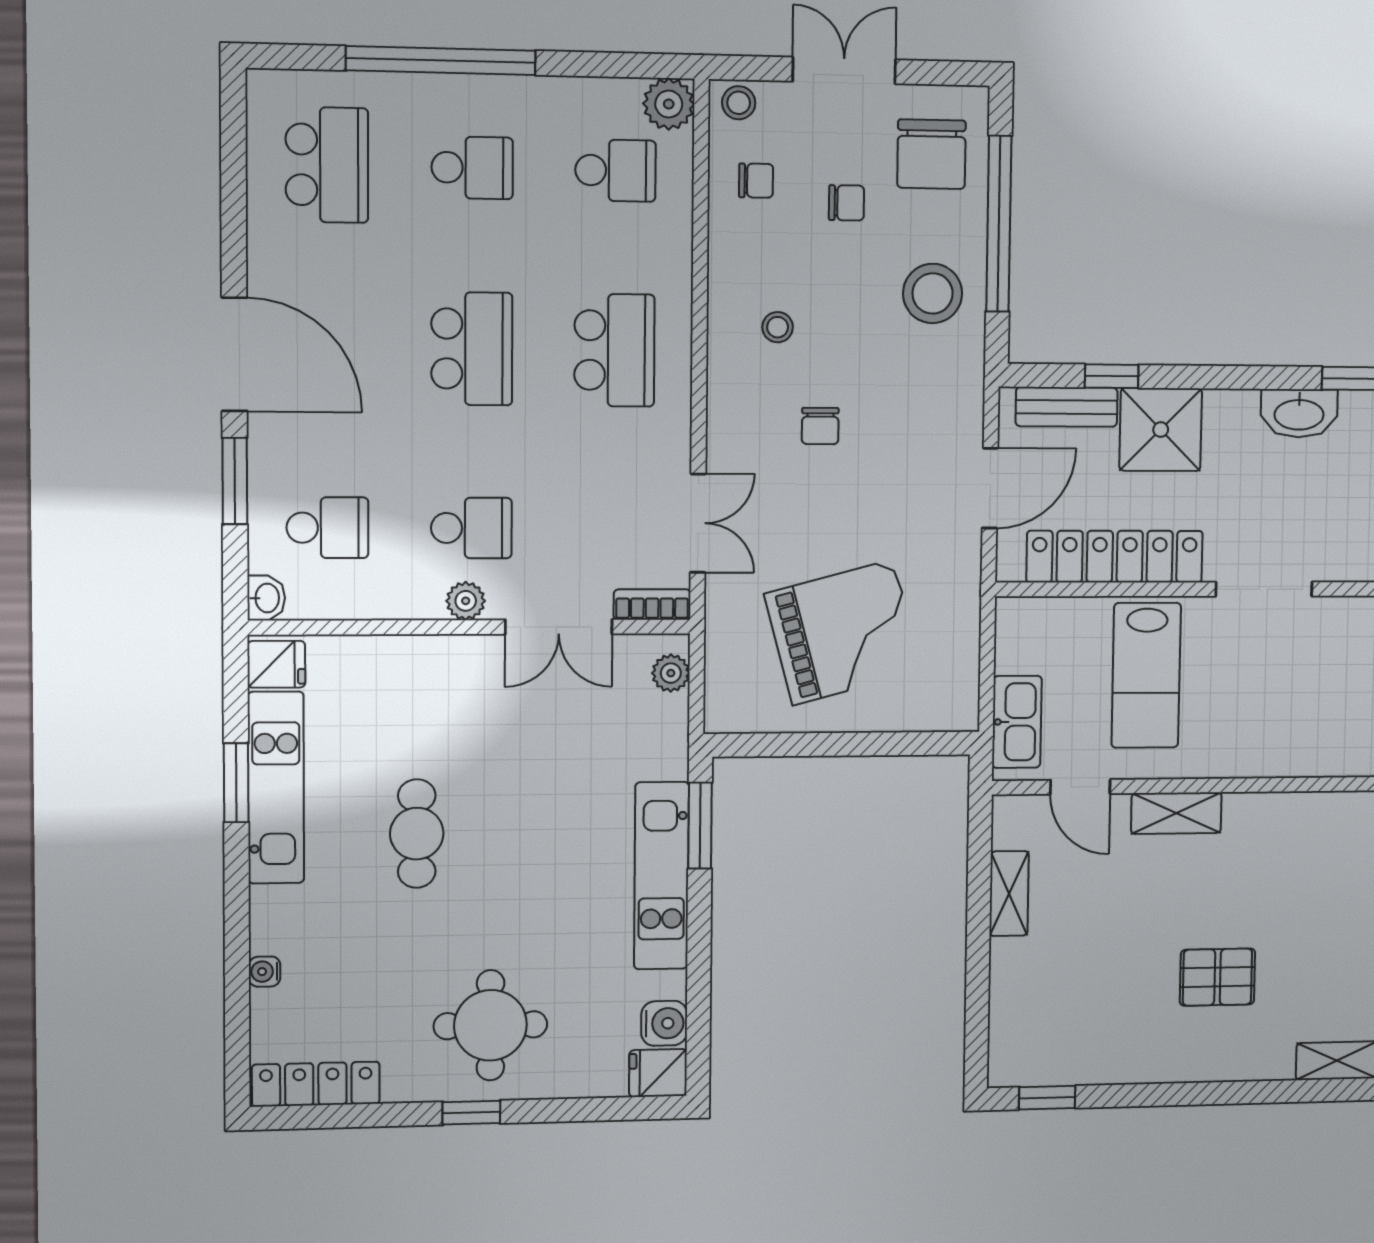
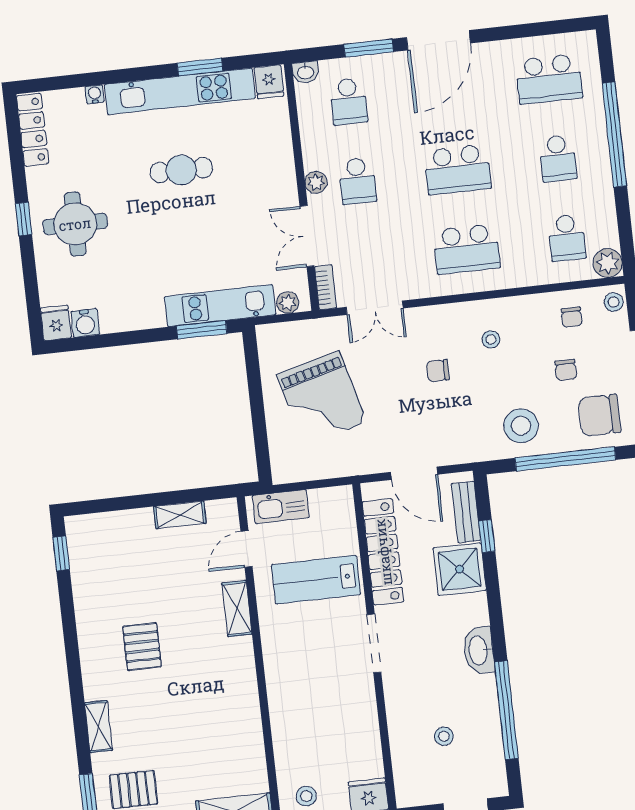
kitchen unit: (276, 788) -> (180, 91), width x1.36
kitchen unit: (662, 876) -> (220, 306), moved

